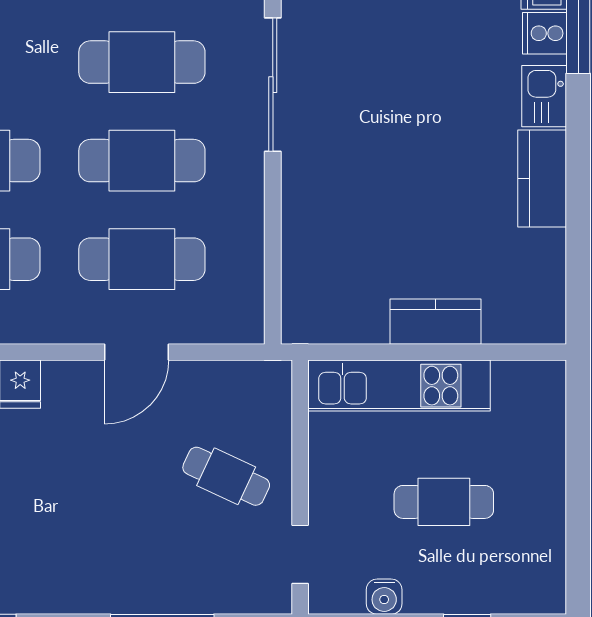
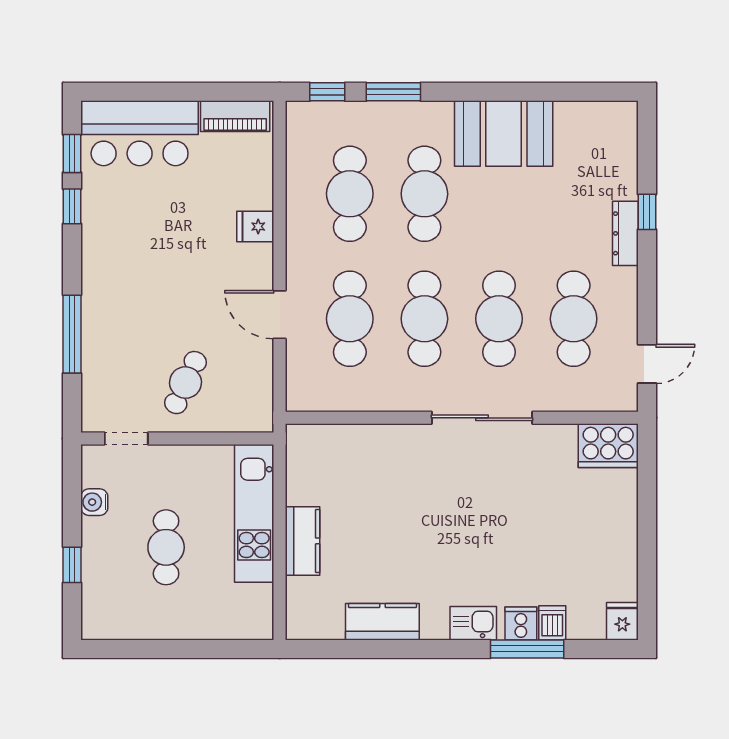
kitchen counter: (542, 178) -> (382, 622), moved

